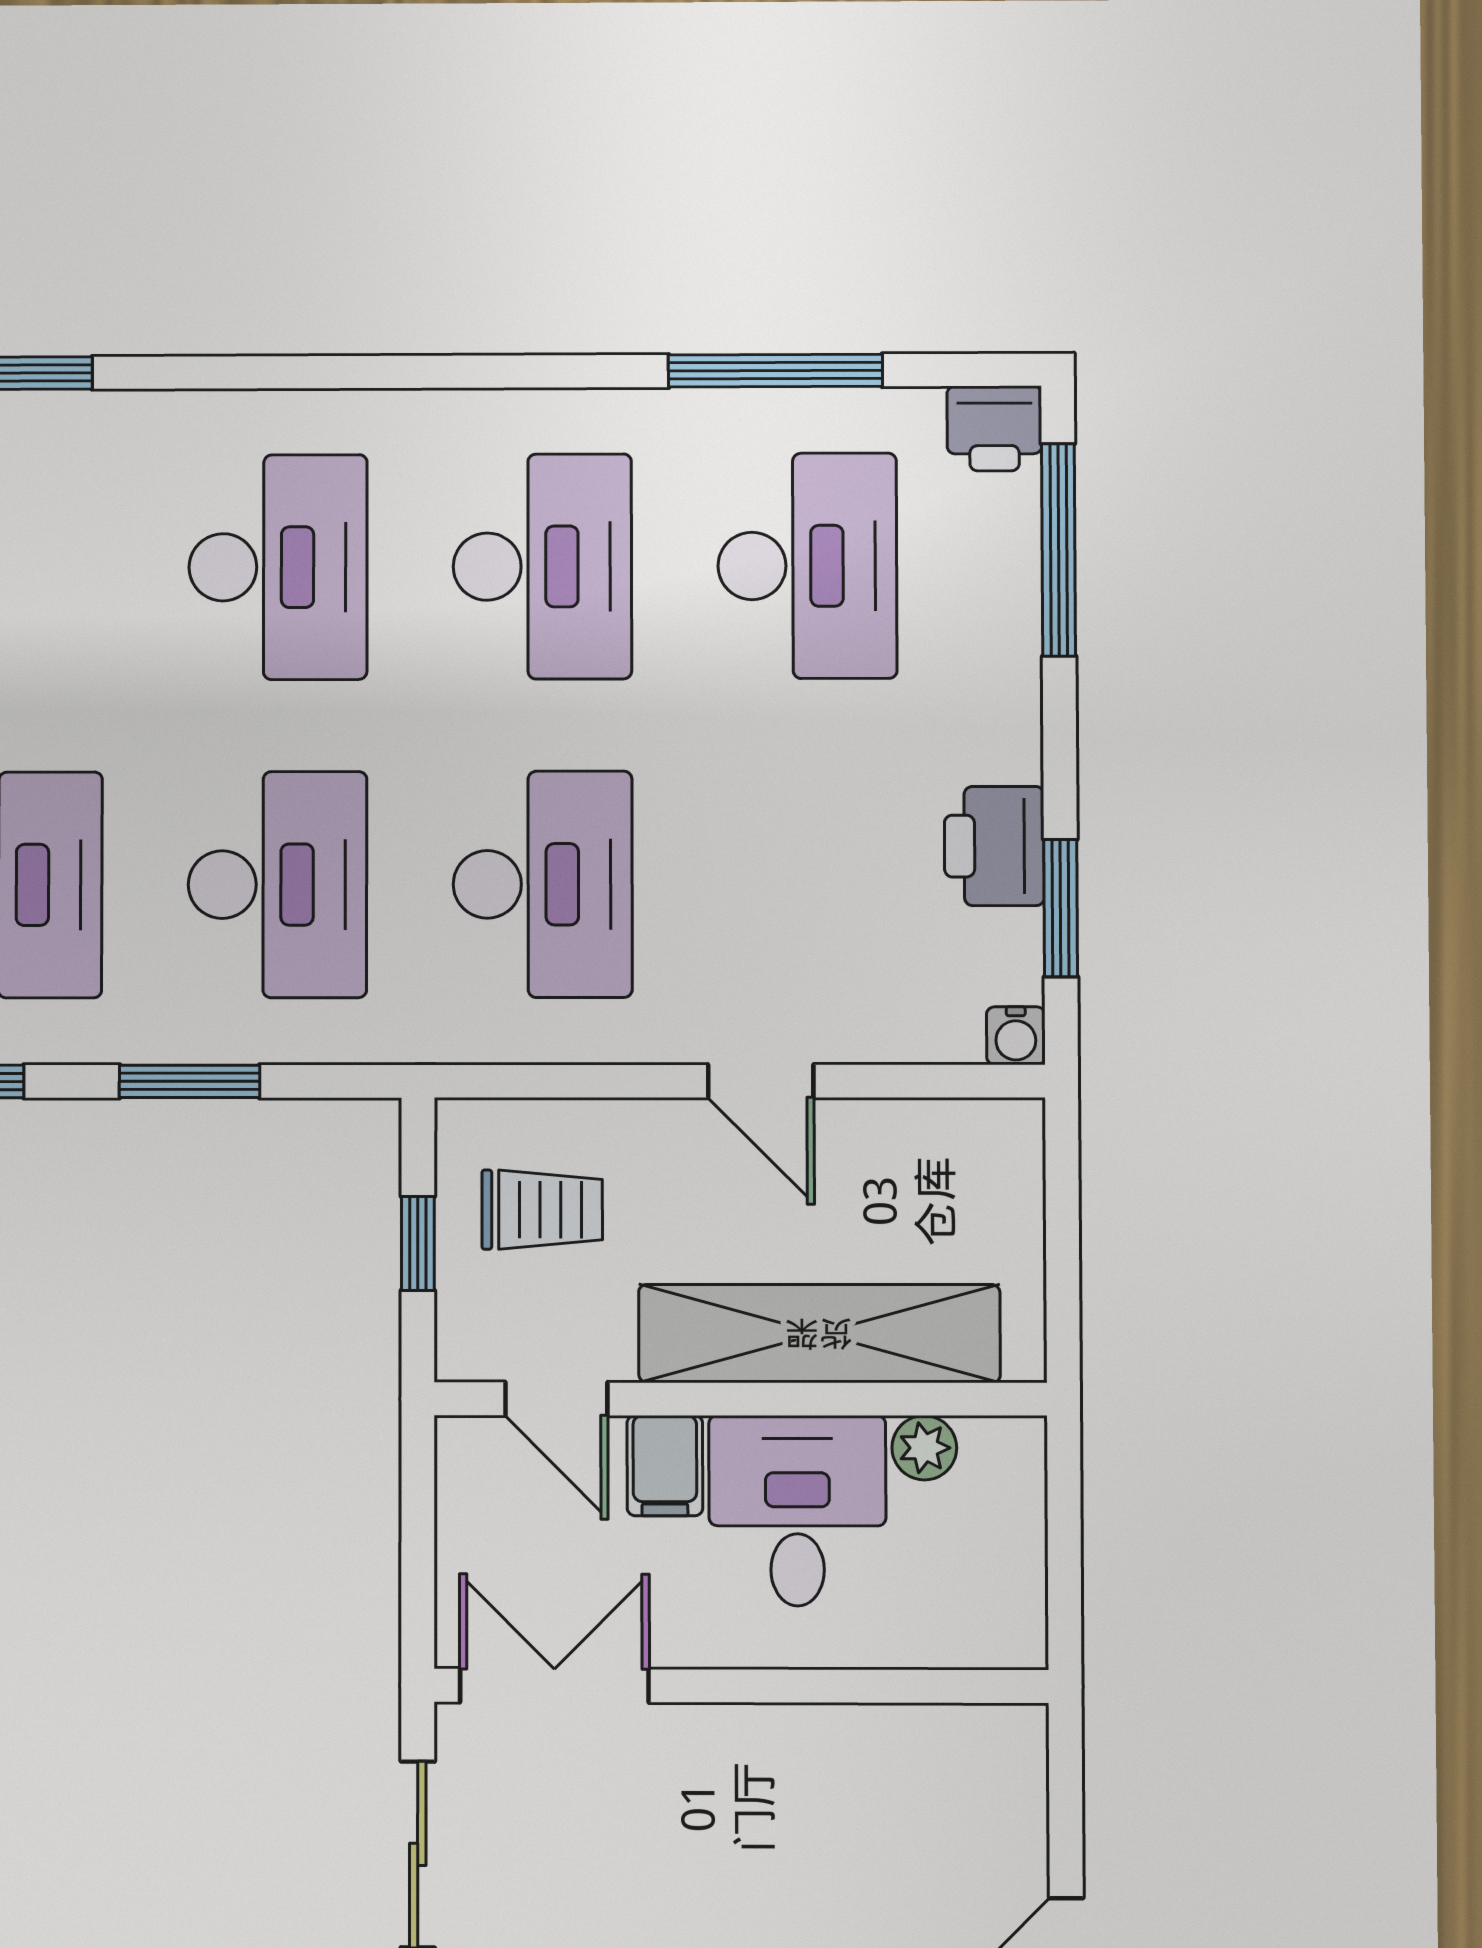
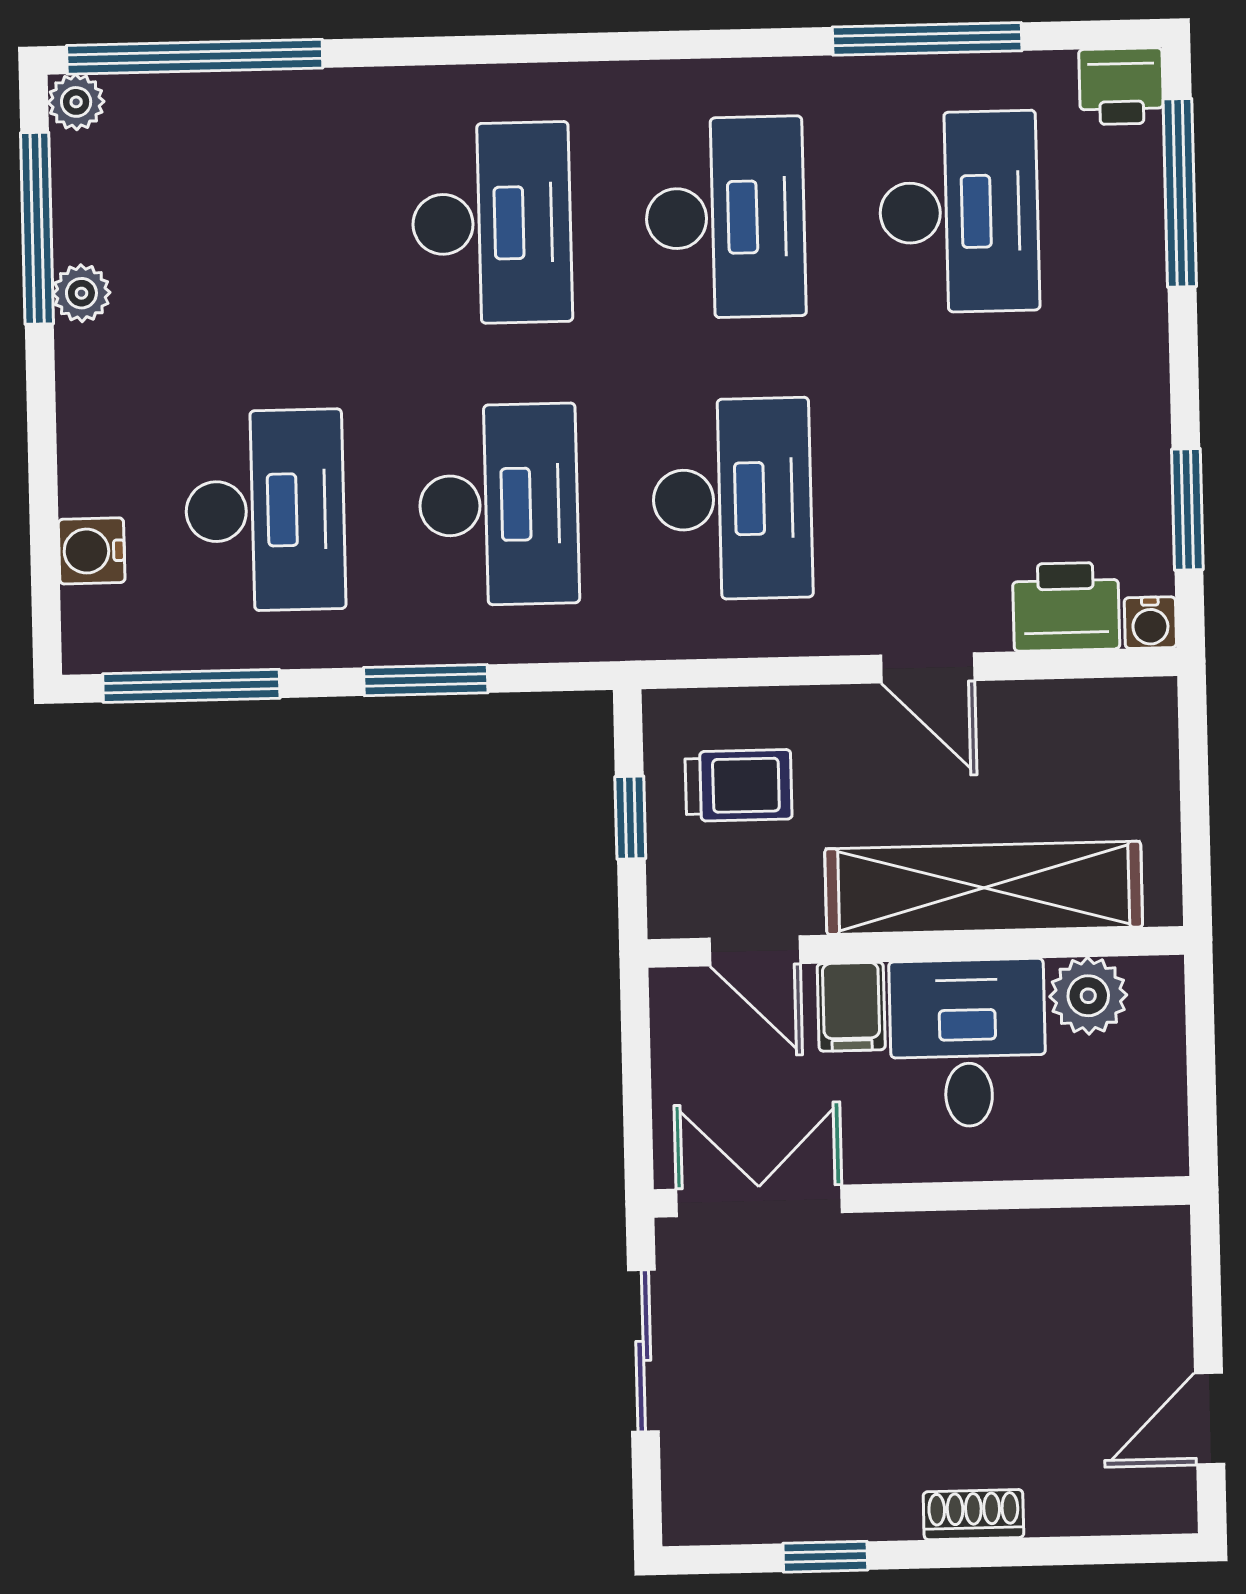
printer: (994, 846) -> (1066, 607), moved, turned 90
plant: (924, 1448) -> (1088, 996), width x1.38, depth x1.38

